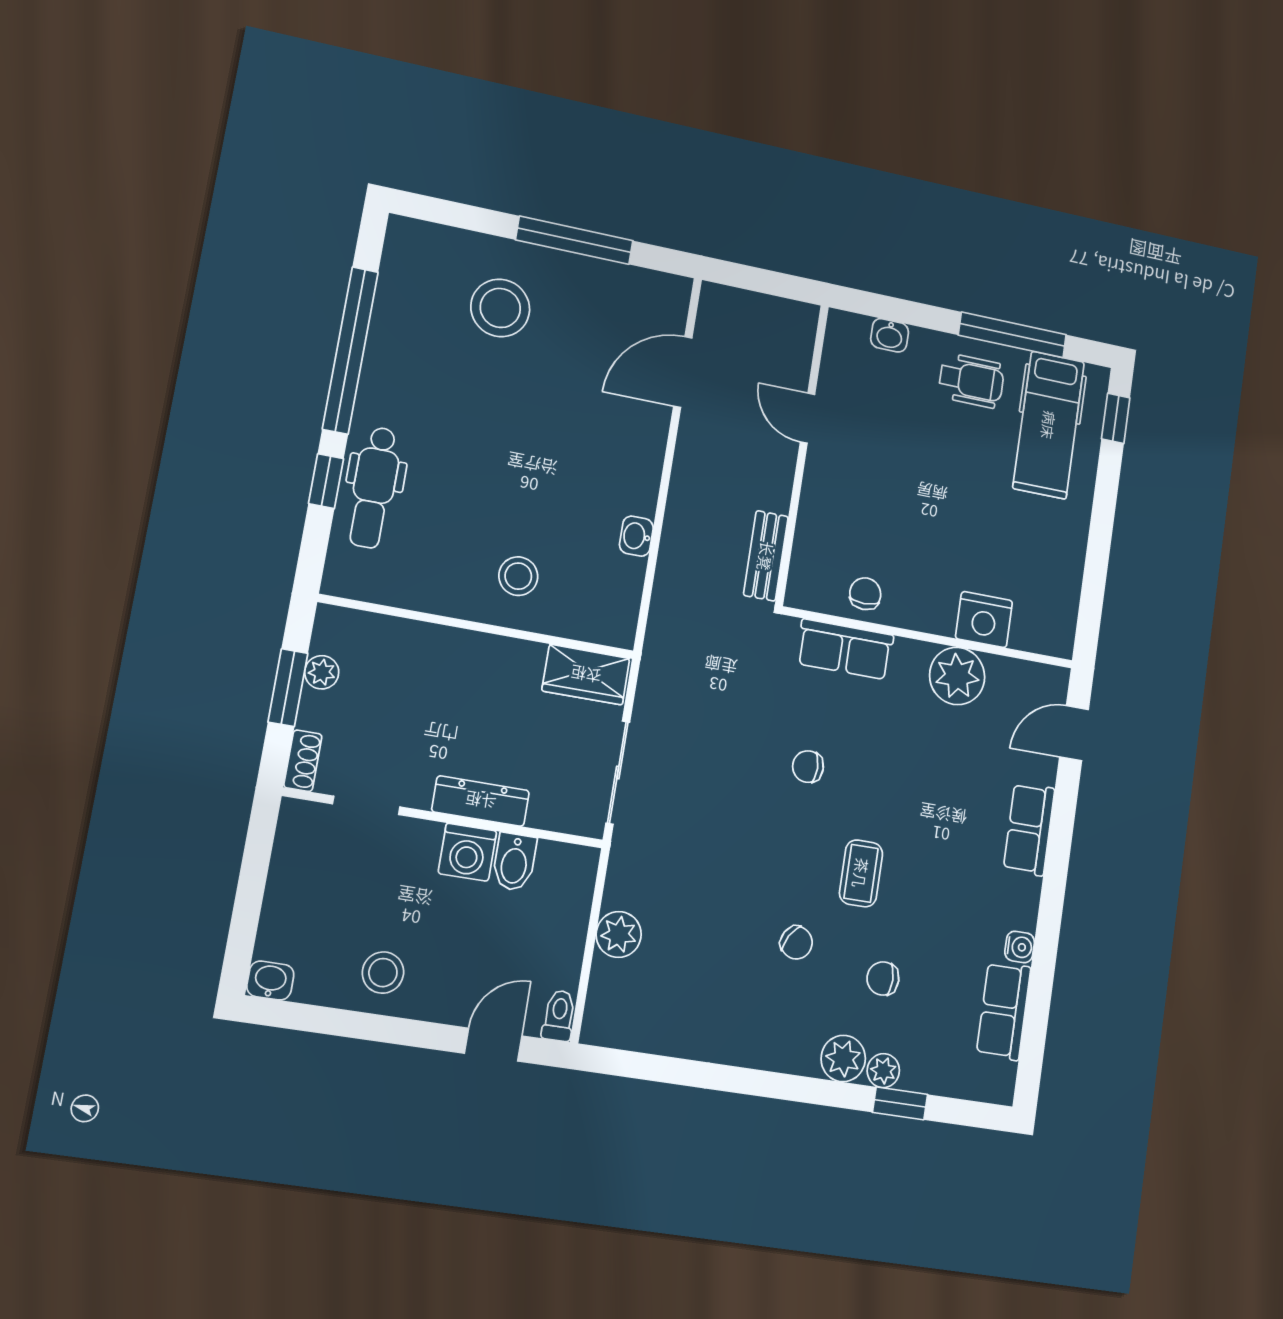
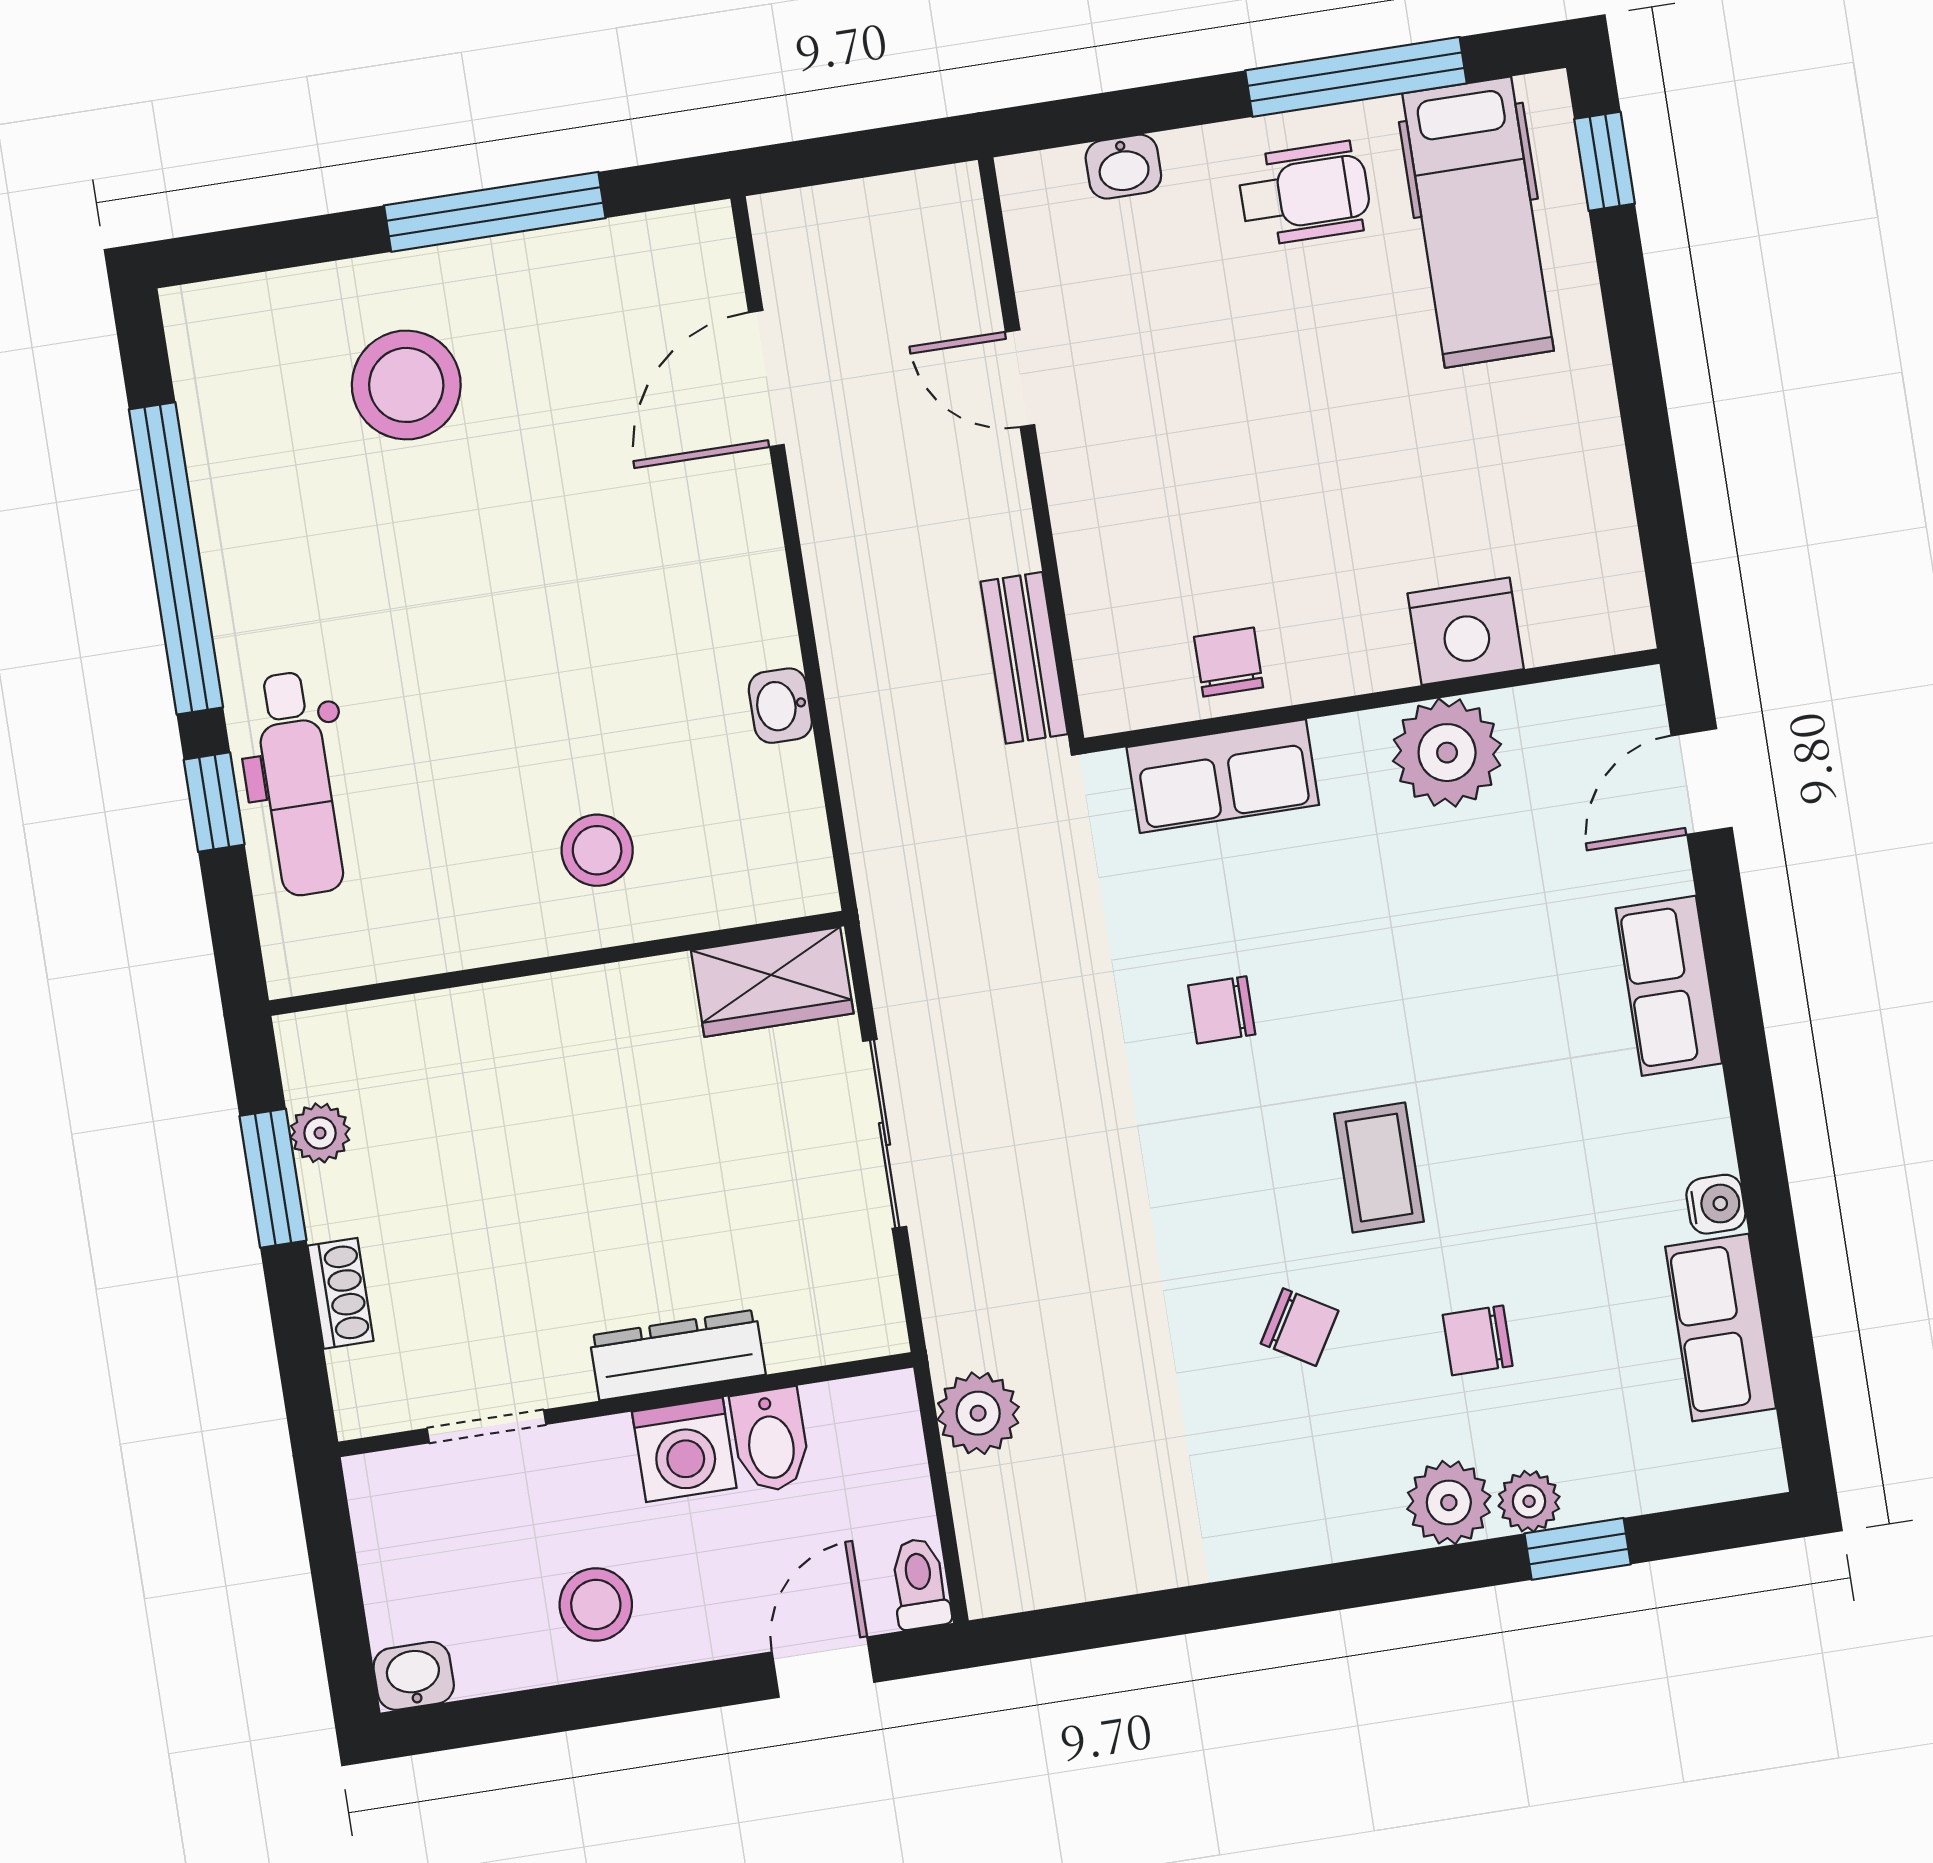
dresser: (481, 801) -> (677, 1355), moved
doorway: (366, 805) -> (486, 1426), moved
wall: (444, 818) -> (626, 1405), moved
washing machine: (467, 852) -> (684, 1450), moved
bidet: (514, 862) -> (770, 1440), moved

